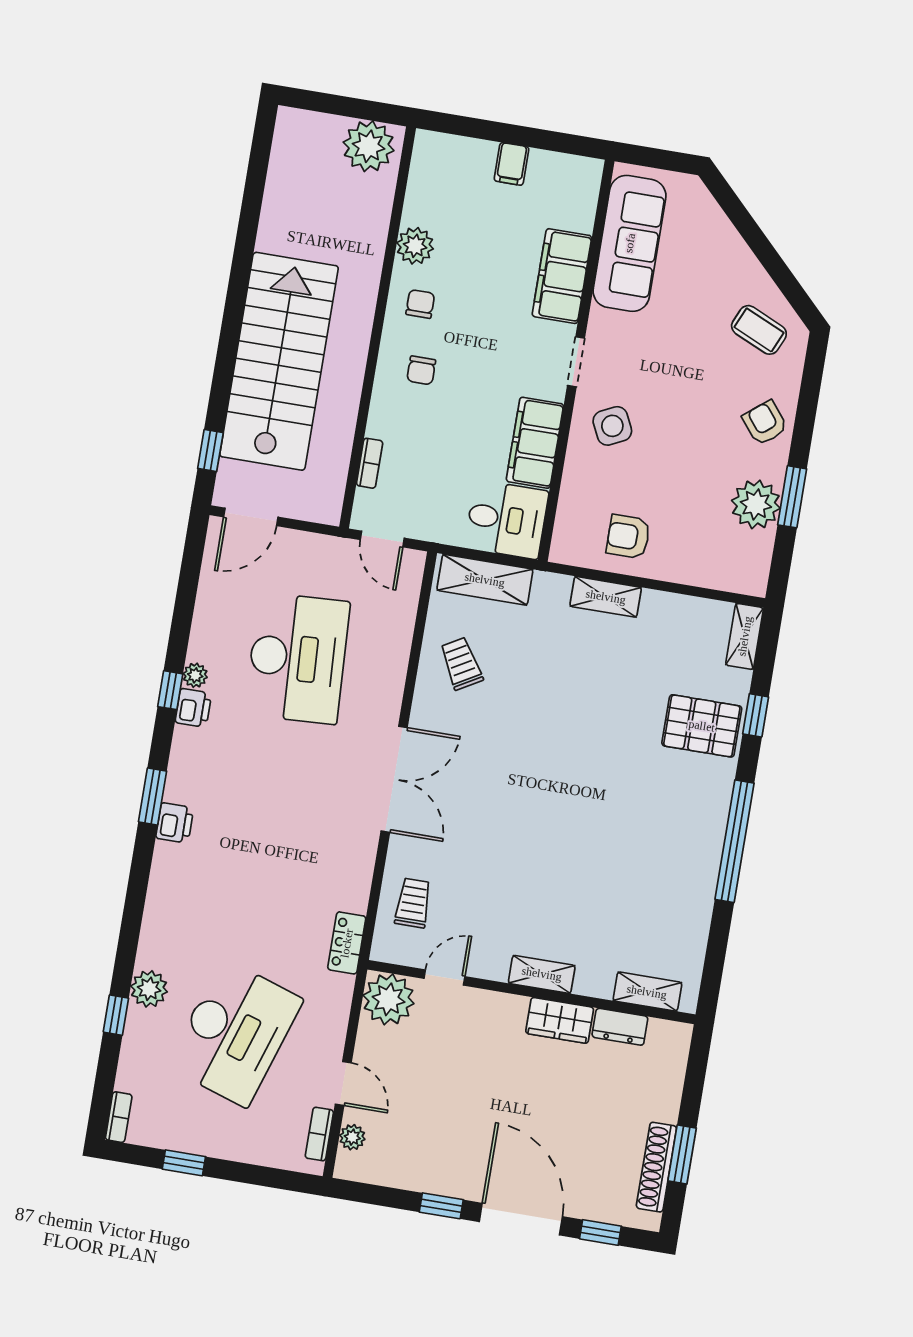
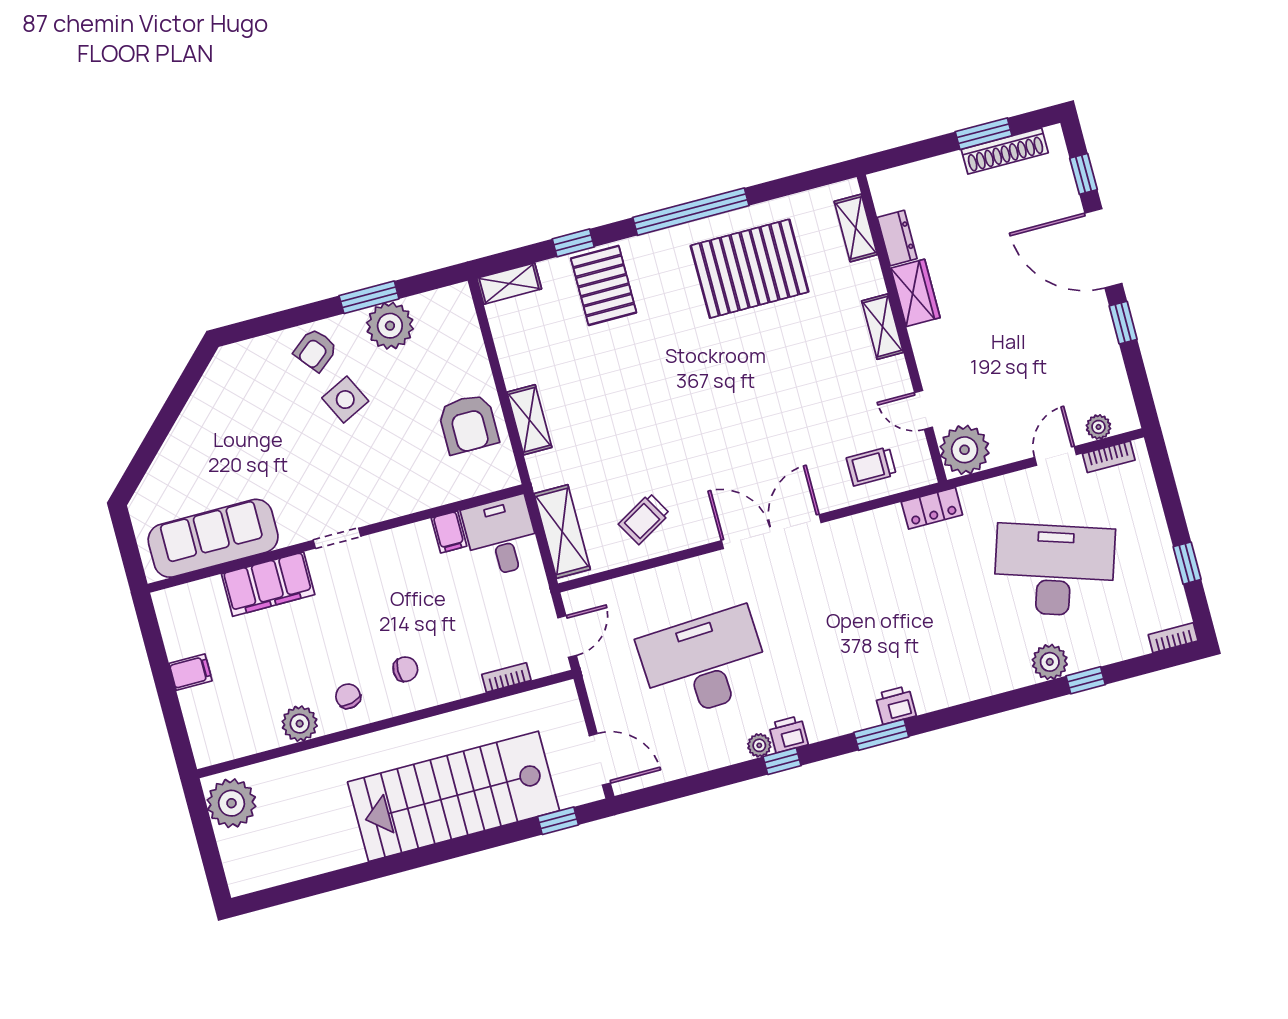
chair: (420, 304) -> (348, 696), turned 76
coffee table: (759, 330) -> (237, 392), removed
side table: (612, 426) -> (345, 400), moved
filing cabinet: (535, 443) -> (449, 532), width x0.33, depth x0.86
armchair: (628, 537) -> (468, 424), width x1.38, depth x1.38
pallet: (655, 872) -> (750, 269), added
door: (521, 1219) -> (1103, 248), hinge flipped

